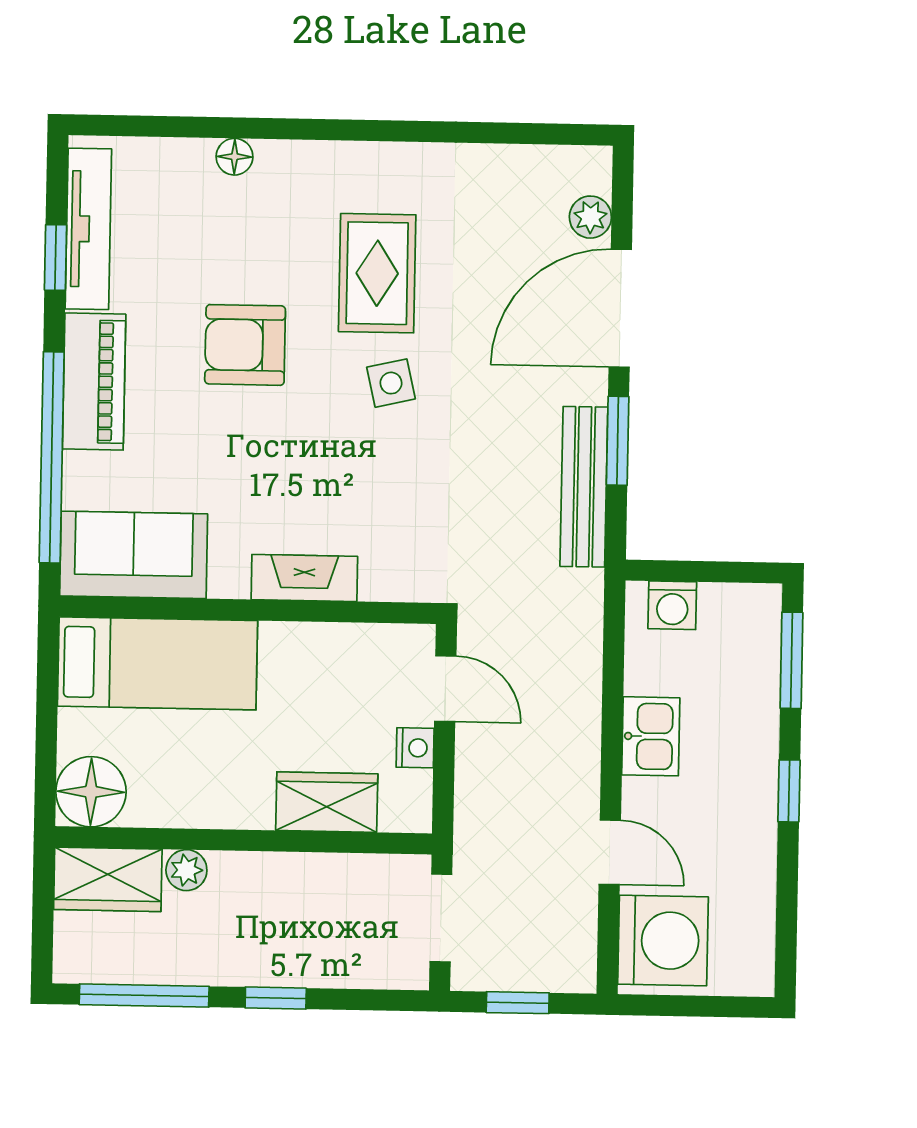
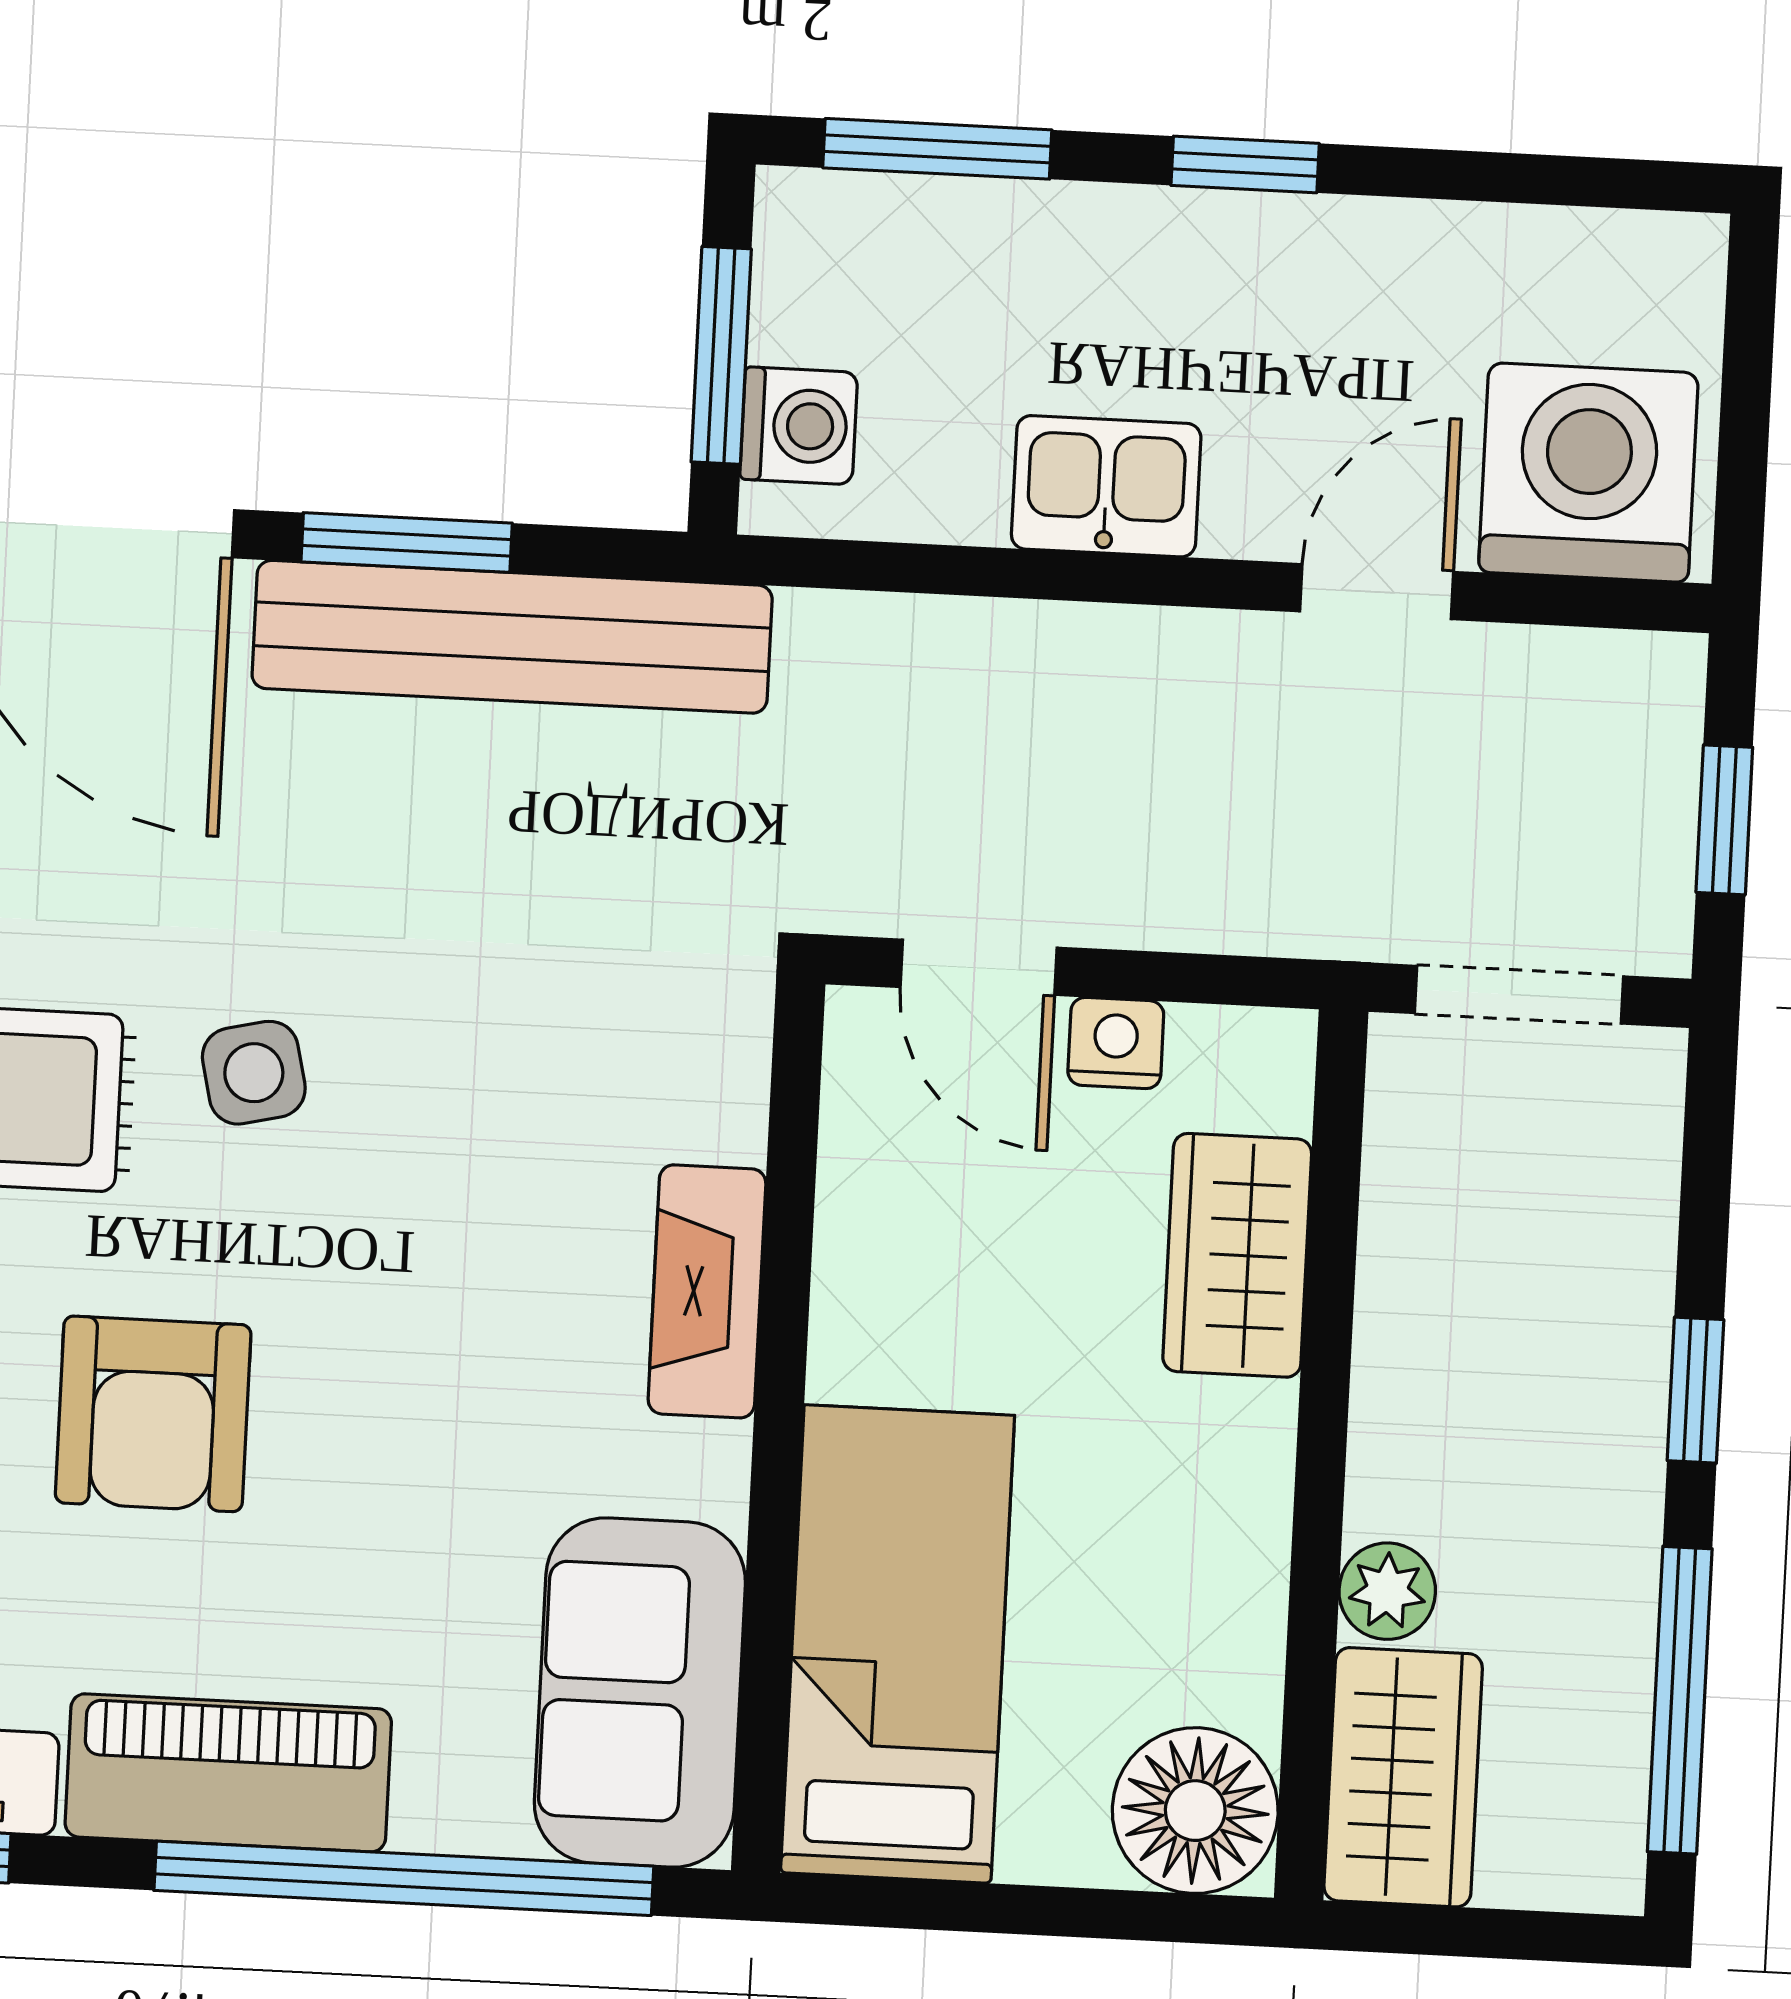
bench: (584, 487) -> (512, 637), width x1.37, depth x1.21
window: (701, 572) -> (721, 355), added
door: (445, 689) -> (979, 967), swing flipped

